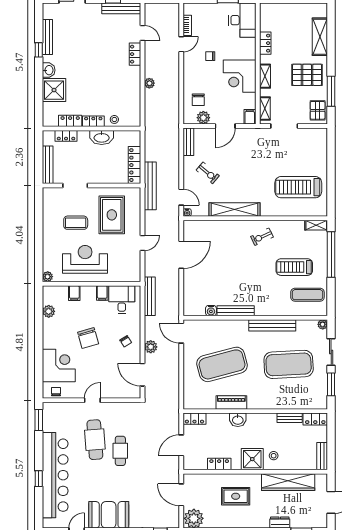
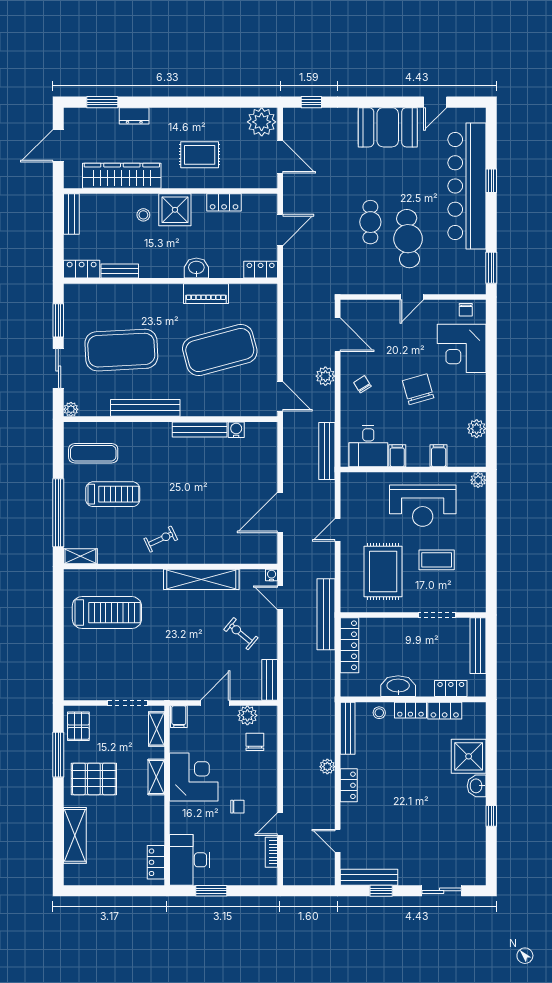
bench: (47, 37) -> (348, 728), moved
locker: (265, 43) -> (156, 862), moved
locker: (135, 54) -> (349, 785), moved

